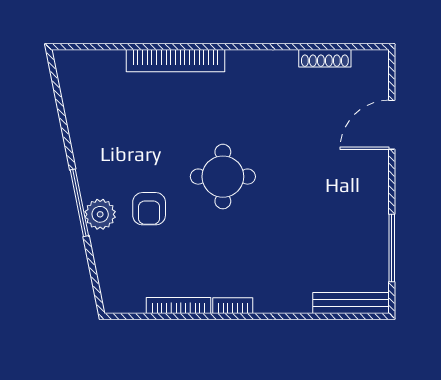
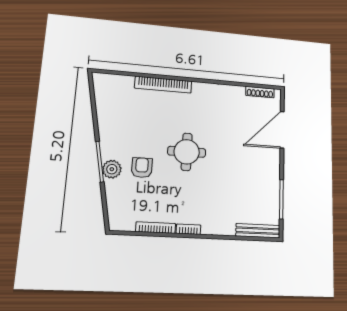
shoe rack: (325, 58) -> (260, 92), moved
door: (392, 125) -> (282, 130), width x1.36
armchair: (149, 209) -> (142, 168), turned 180

